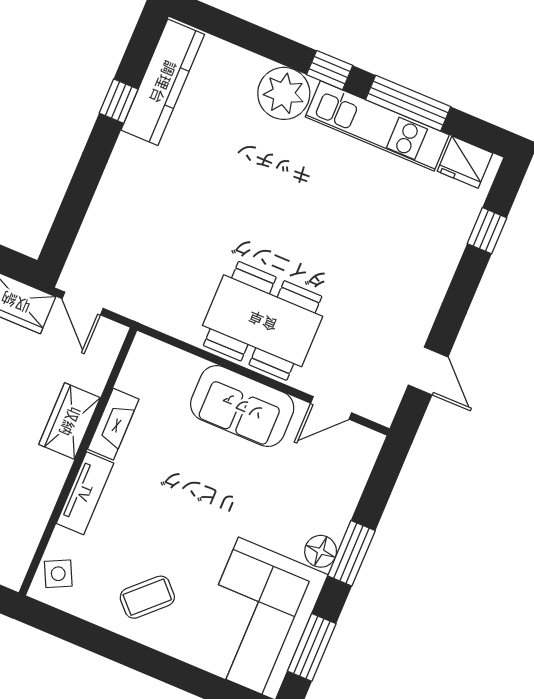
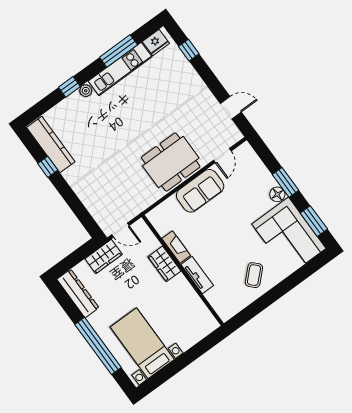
window: (330, 70) -> (69, 87), moved
plant: (284, 93) -> (86, 91), width x0.53, depth x0.53
side table: (58, 574) -> (223, 305), removed

